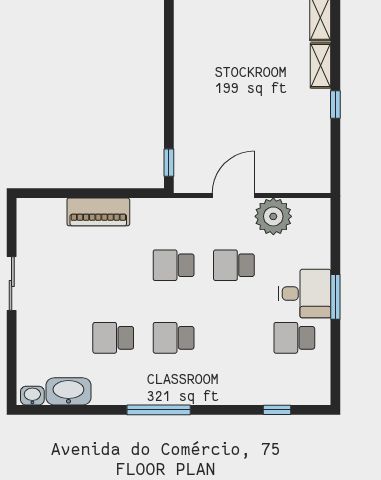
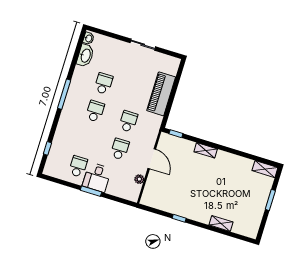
shelving: (321, 66) -> (206, 150), moved
piano: (98, 212) -> (161, 94), width x1.37, depth x1.33
plant: (273, 216) -> (139, 179), width x0.53, depth x0.53

